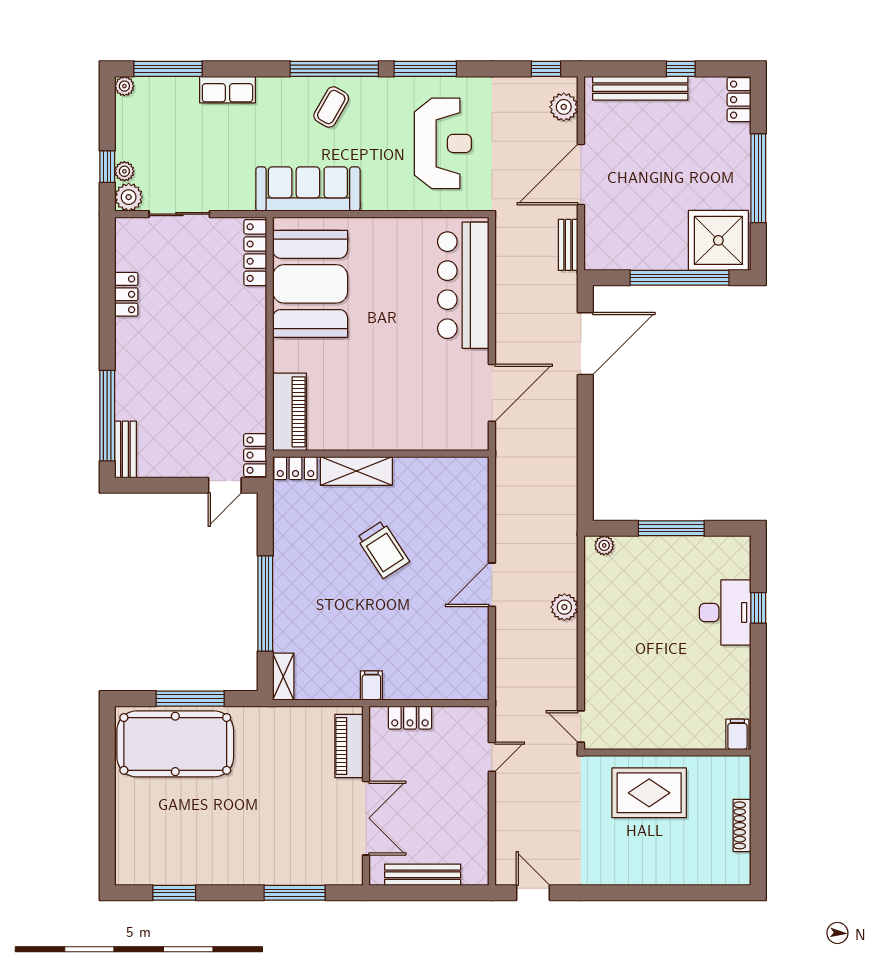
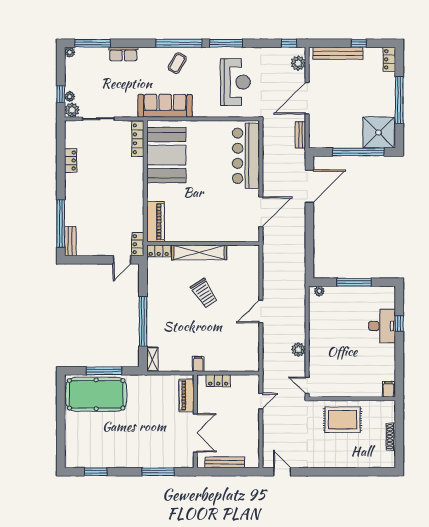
shelving: (356, 471) -> (199, 252), width x1.47
plant: (564, 607) -> (298, 350), moved

